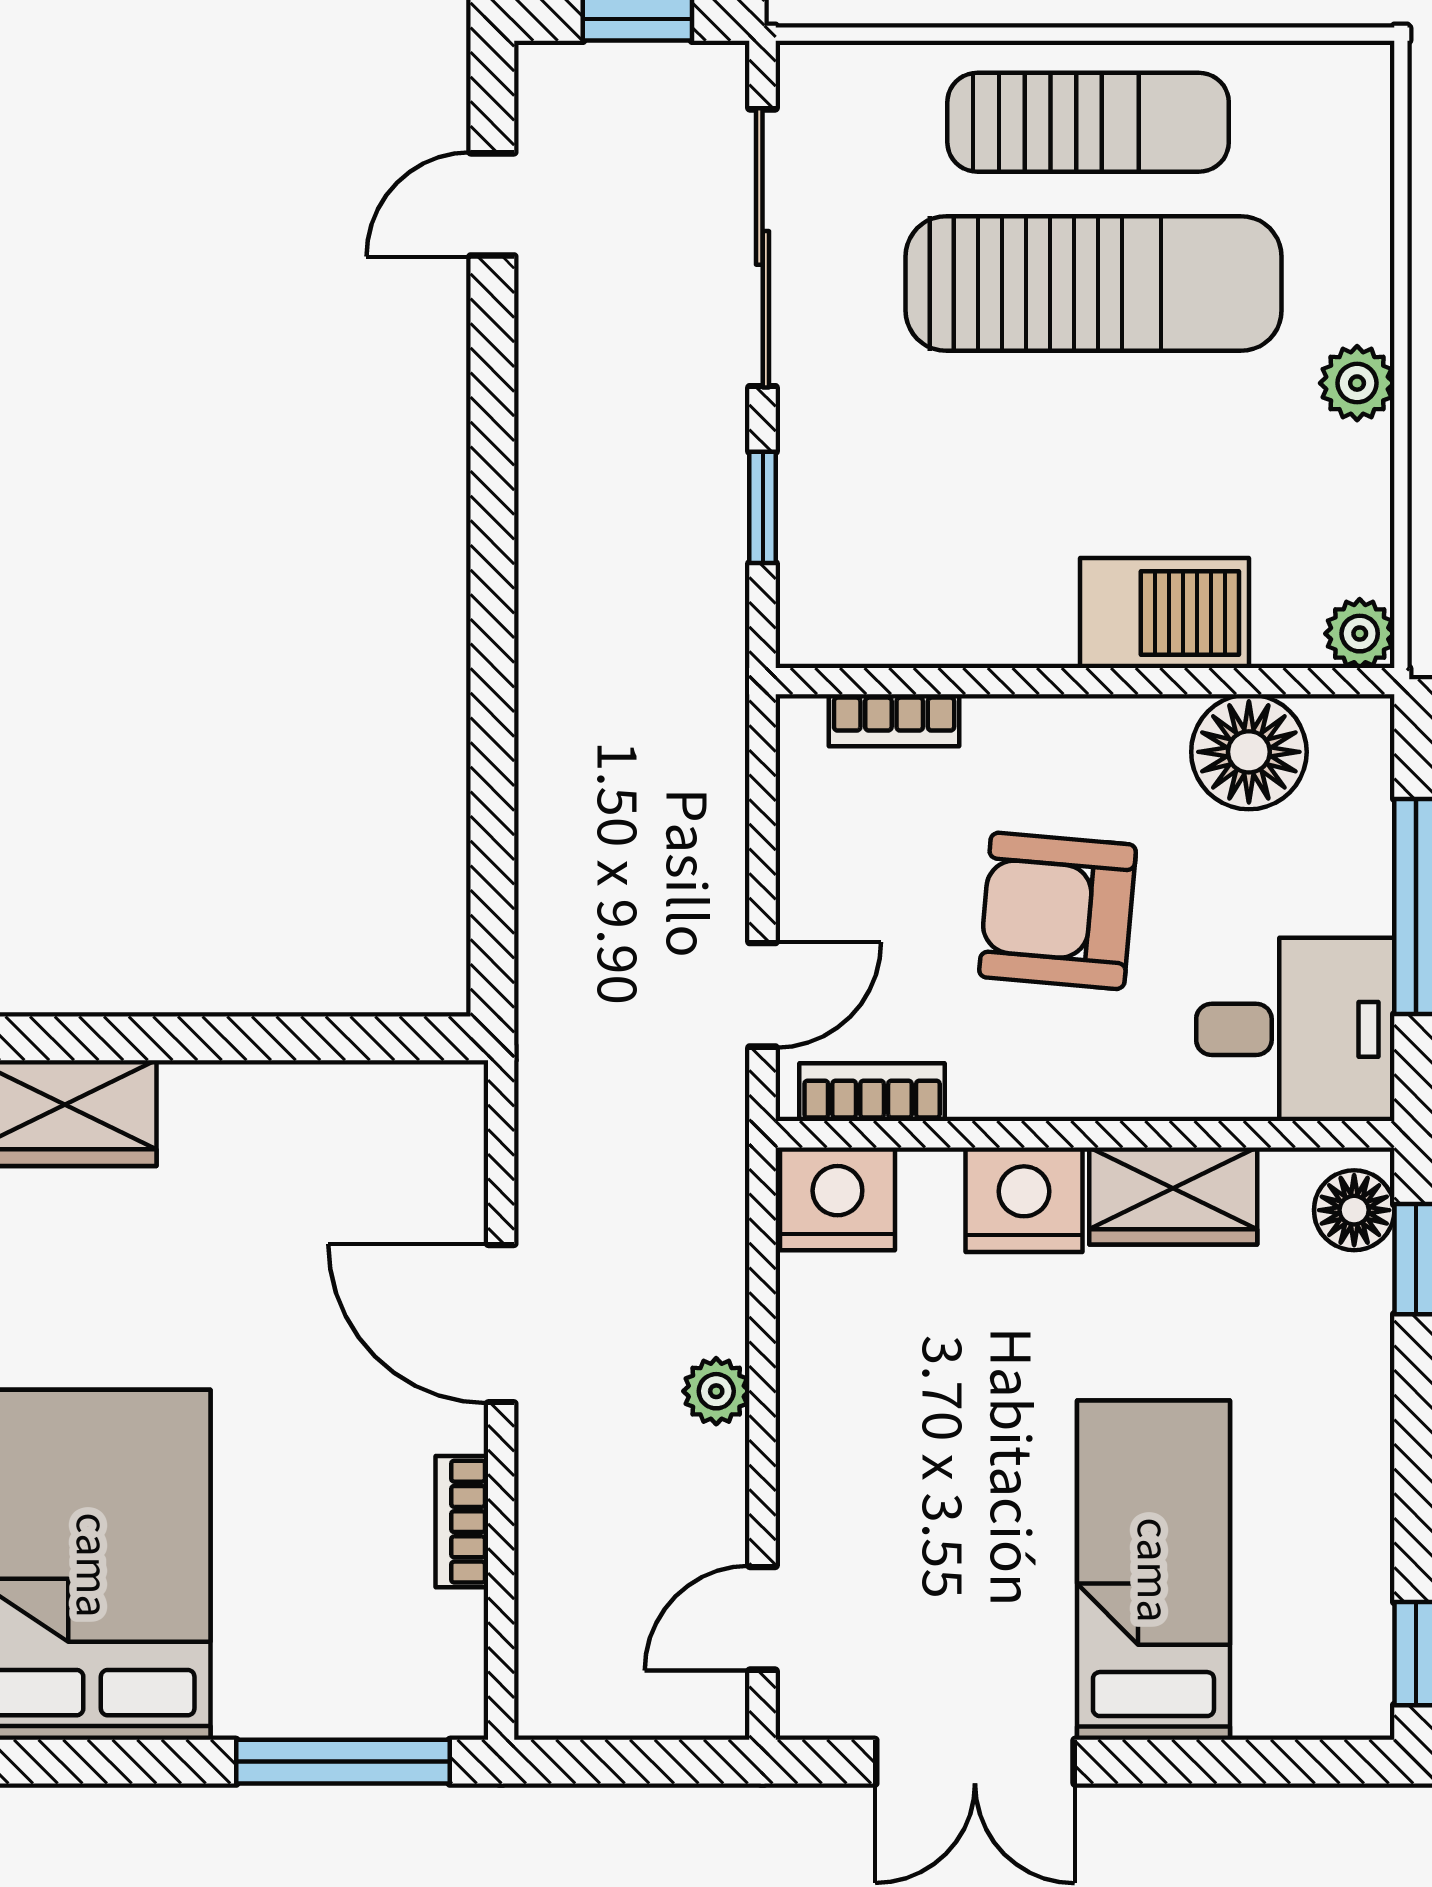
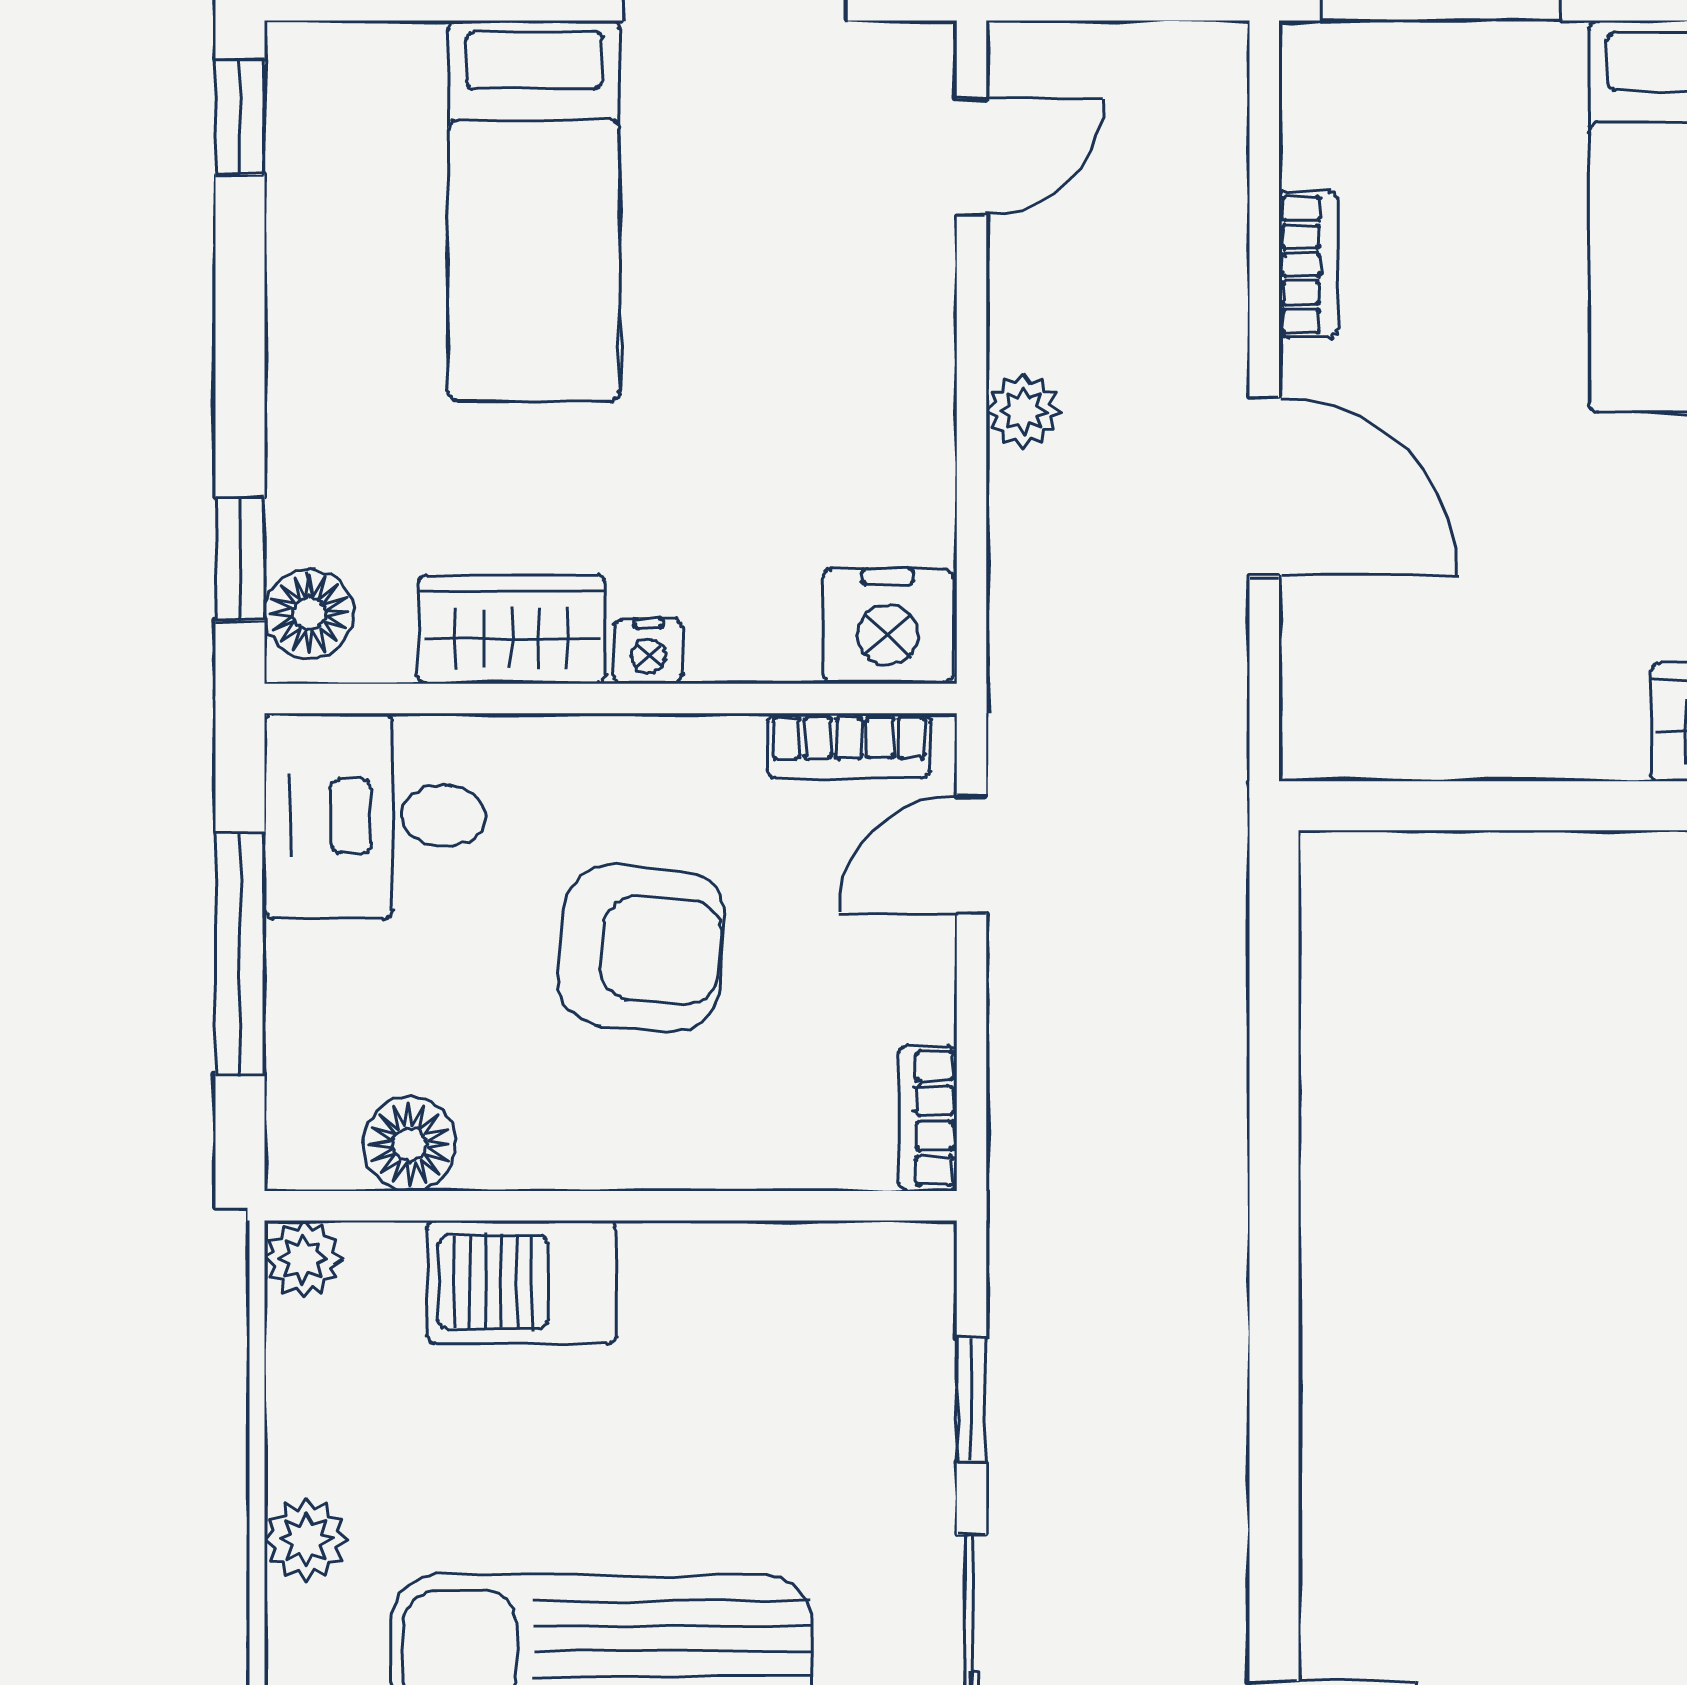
bookcase: (894, 720) -> (928, 1118), moved, turned -90
floor lamp: (1249, 752) -> (409, 1144), width x0.73, depth x0.73
nightstand: (1024, 1200) -> (648, 651), width x0.53, depth x0.56

